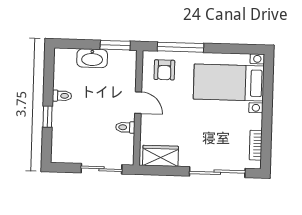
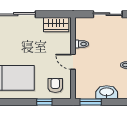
window: (181, 47) -> (44, 102), width x0.46
sliding door: (102, 169) -> (108, 14), moved

